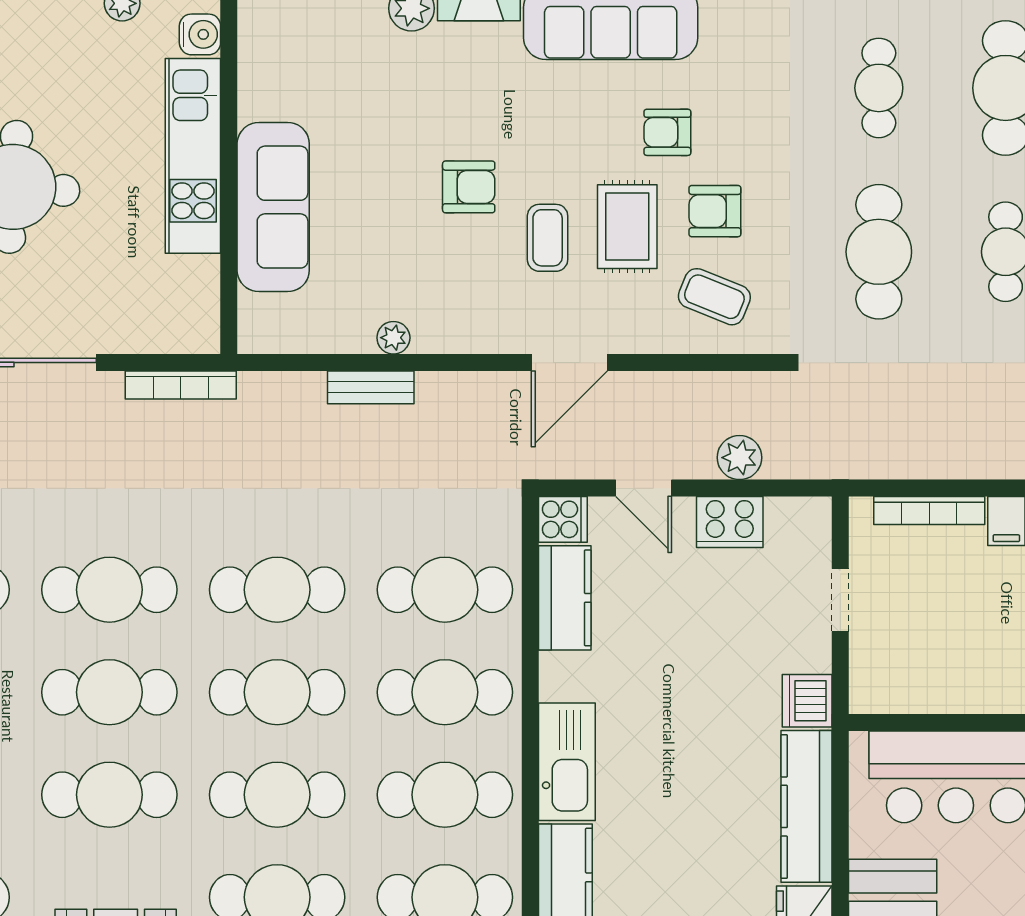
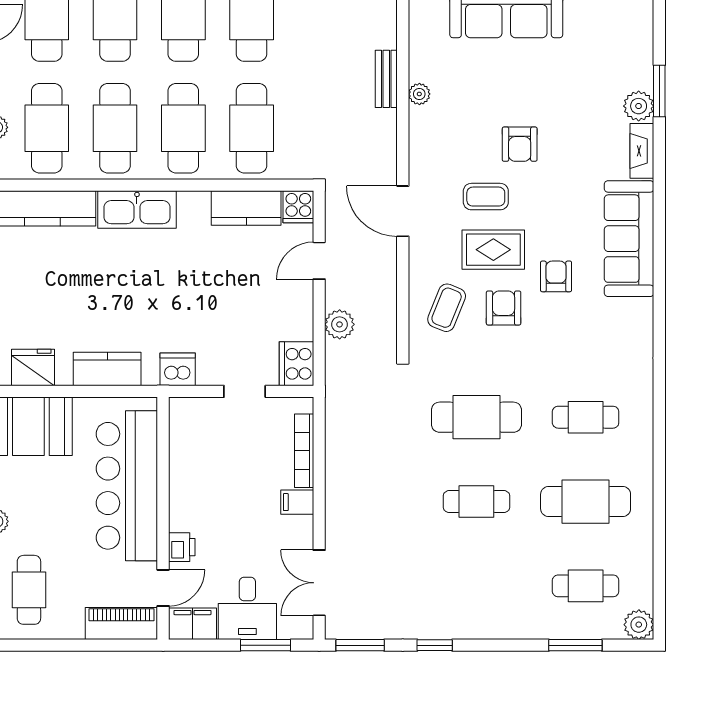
cooker: (730, 522) -> (297, 364), moved
kitchen counter: (806, 806) -> (107, 369), width x0.67

